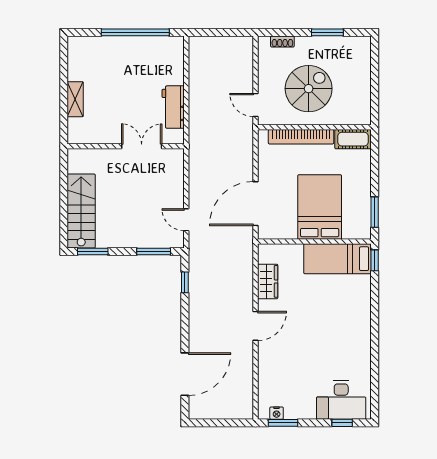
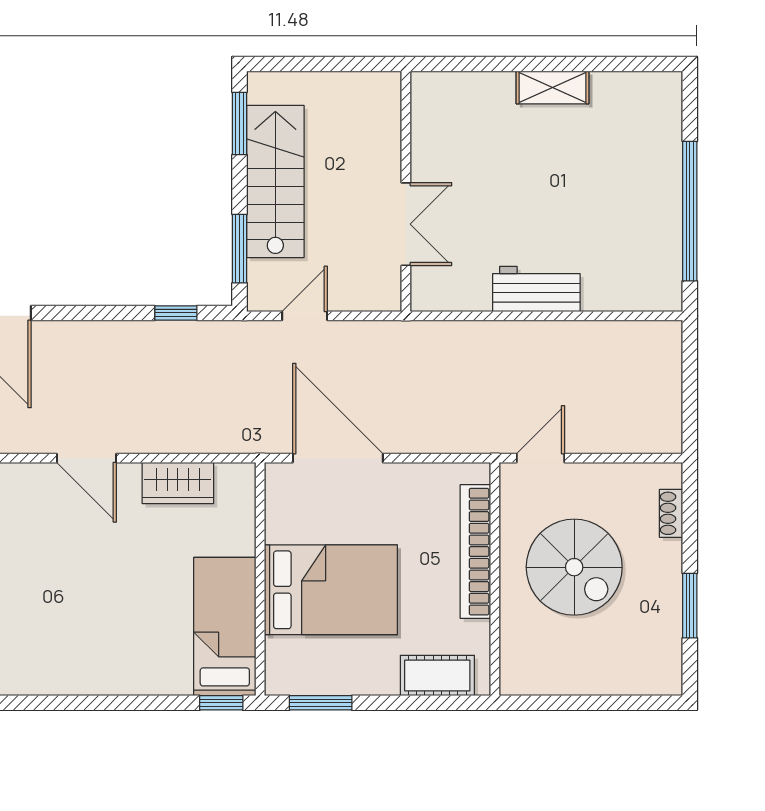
cot: (353, 139) -> (437, 675), moved, turned 90
wall: (126, 146) -> (406, 191), moved
double door: (142, 146) -> (406, 224), moved
stairs: (81, 211) -> (275, 181), moved, turned -90

